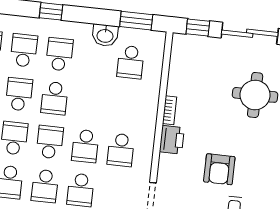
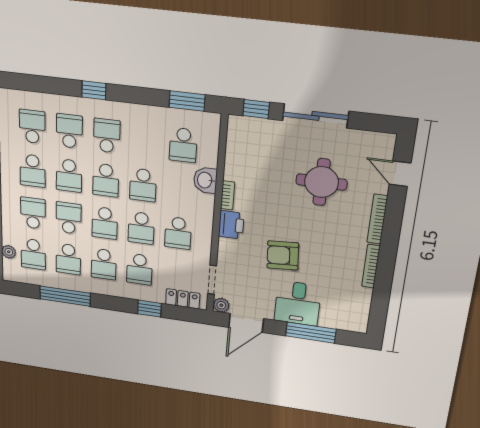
washbasin: (105, 35) -> (205, 180), moved, turned 90
school desk: (19, 94) -> (69, 175), turned 180
school desk: (90, 102) -> (143, 185), added
school desk: (50, 142) -> (105, 223), turned 180
armchair: (219, 169) -> (283, 255), turned 86

